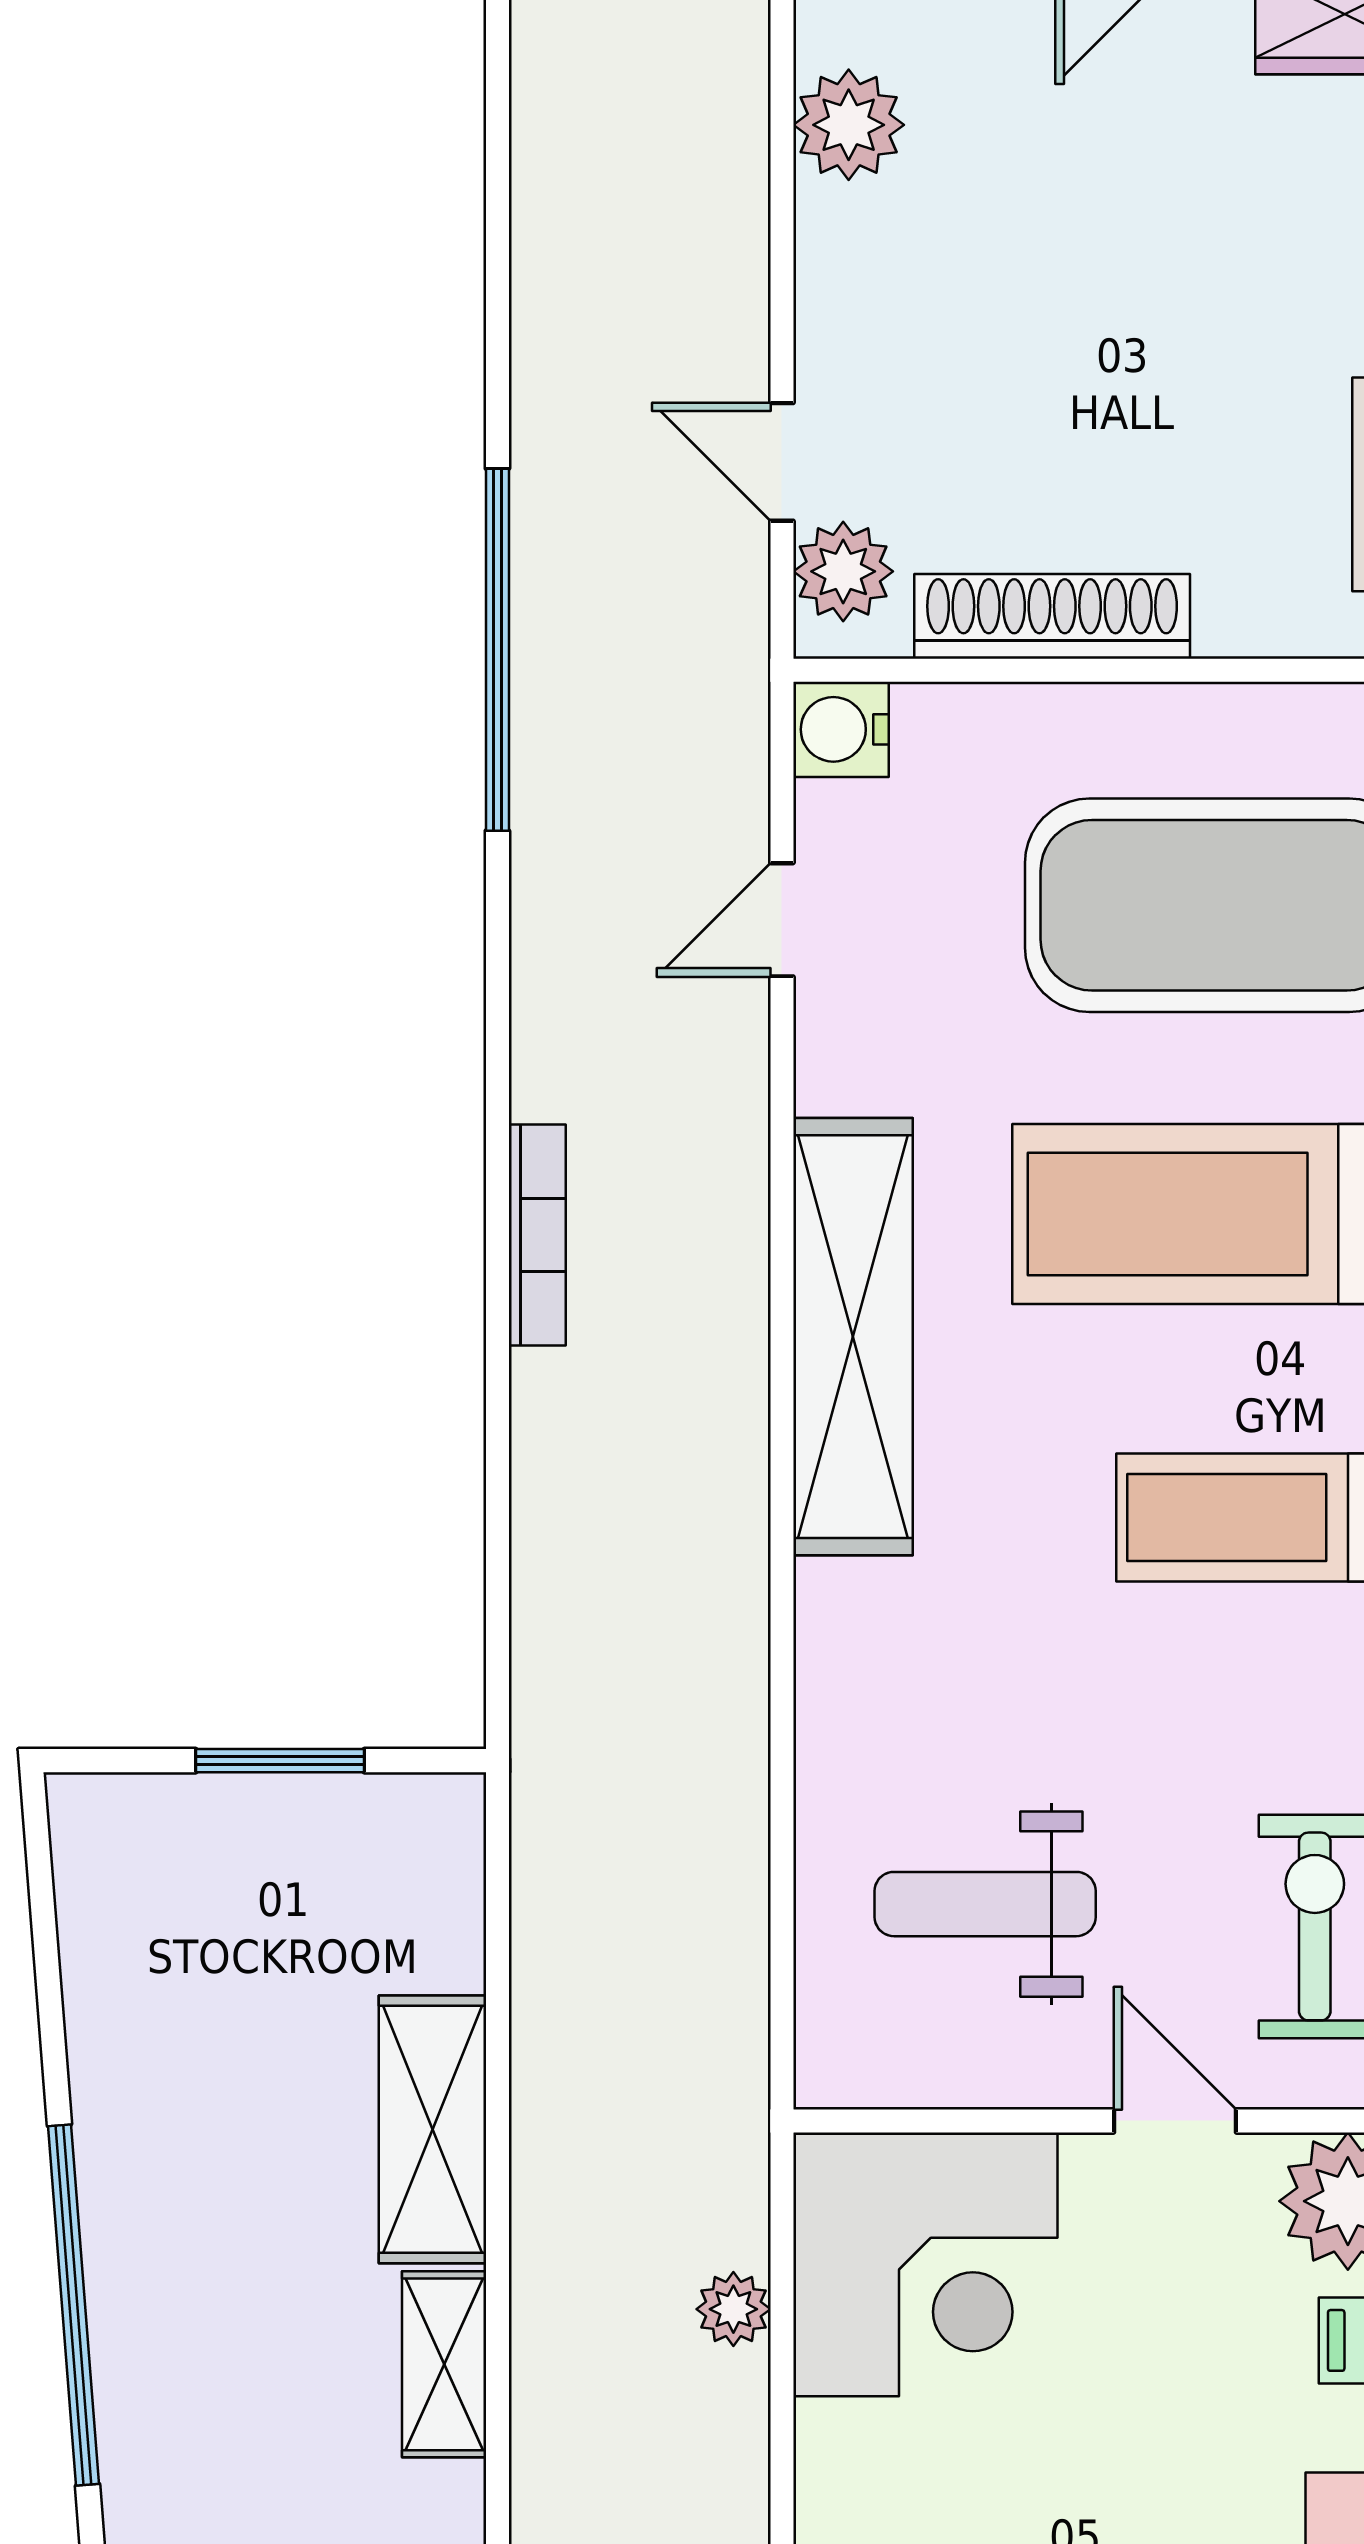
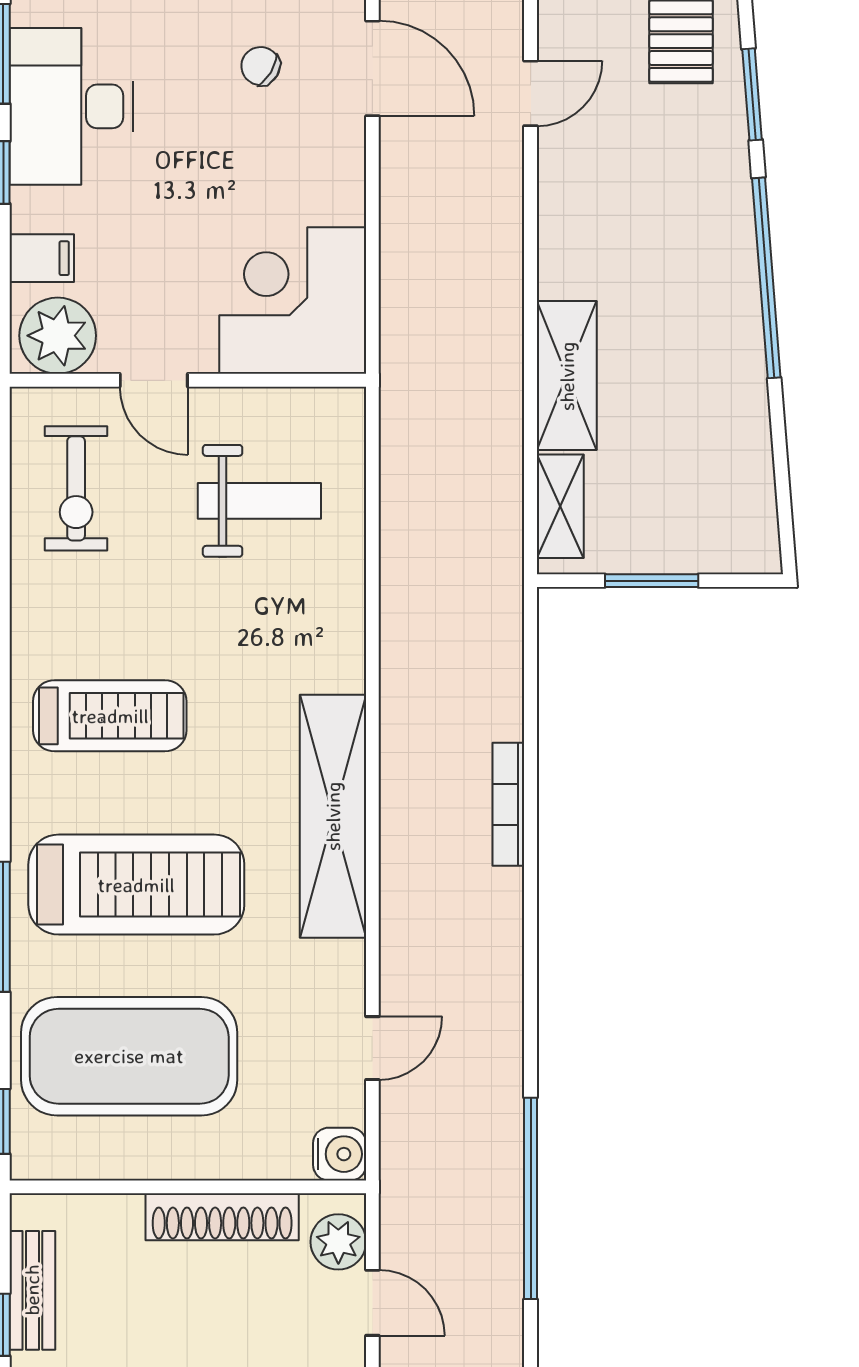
bookcase: (537, 1235) -> (508, 804), moved
plant: (733, 2309) -> (399, 276), removed
shelving: (444, 2364) -> (560, 506), moved

